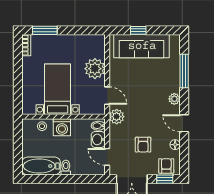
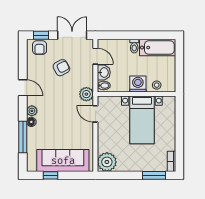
window: (138, 30) -> (51, 175), moved
plant: (95, 69) -> (107, 162), moved
armchair: (143, 145) -> (61, 68), turned 63
floor lamp: (175, 145) -> (31, 122), moved

